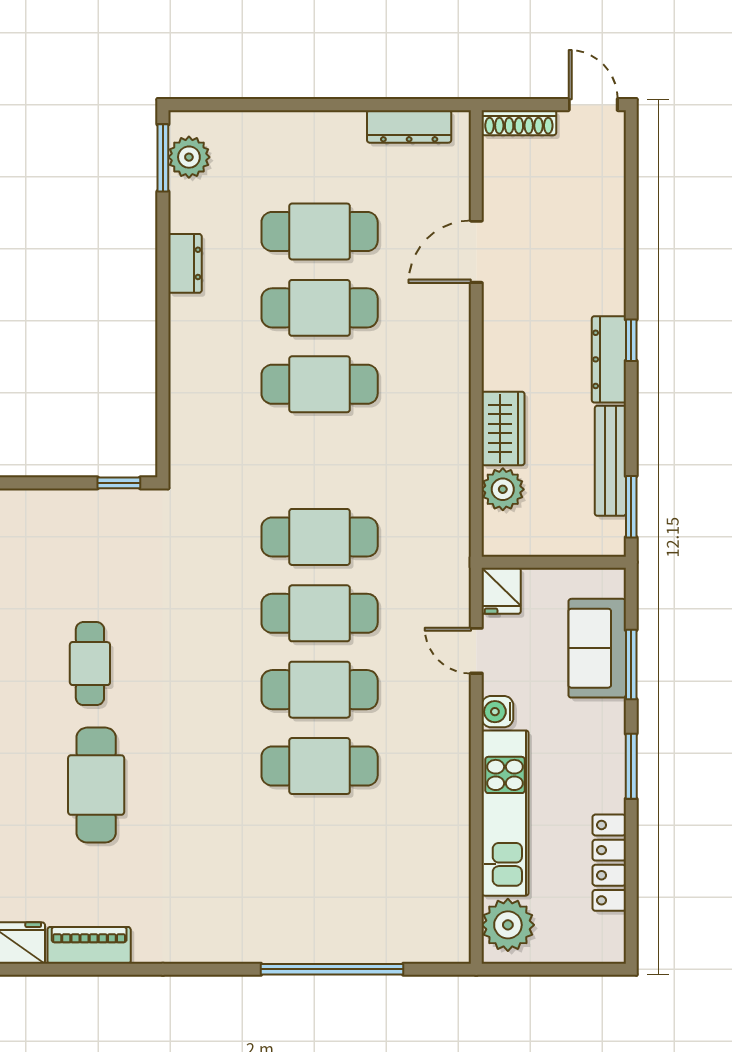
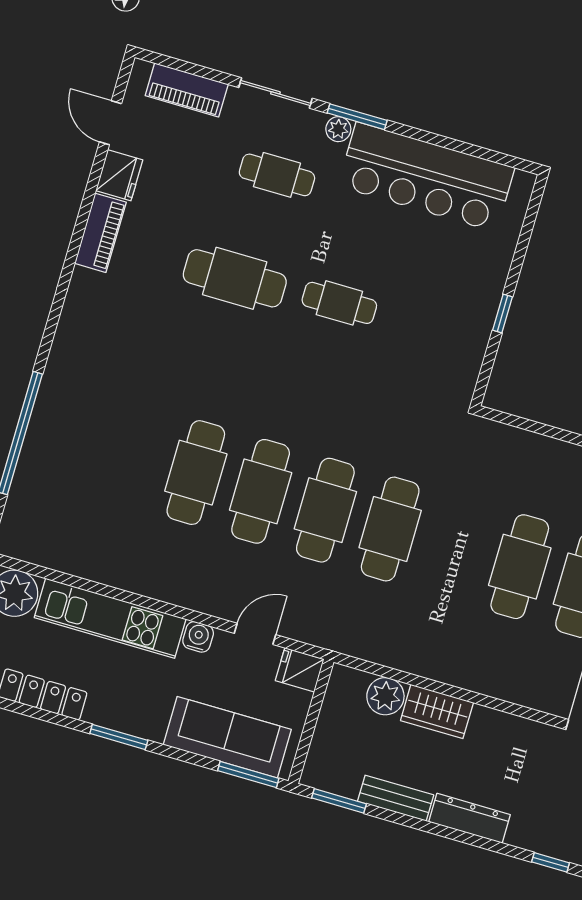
window: (631, 340) -> (551, 862), moved
bench: (610, 461) -> (396, 798), width x0.73
window: (119, 483) -> (502, 314), moved
sofa: (597, 648) -> (227, 737), width x1.36
window: (631, 665) -> (248, 775), moved

